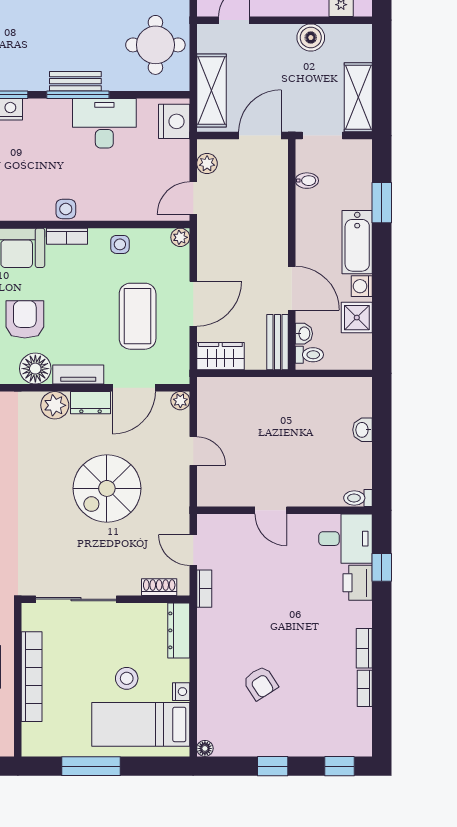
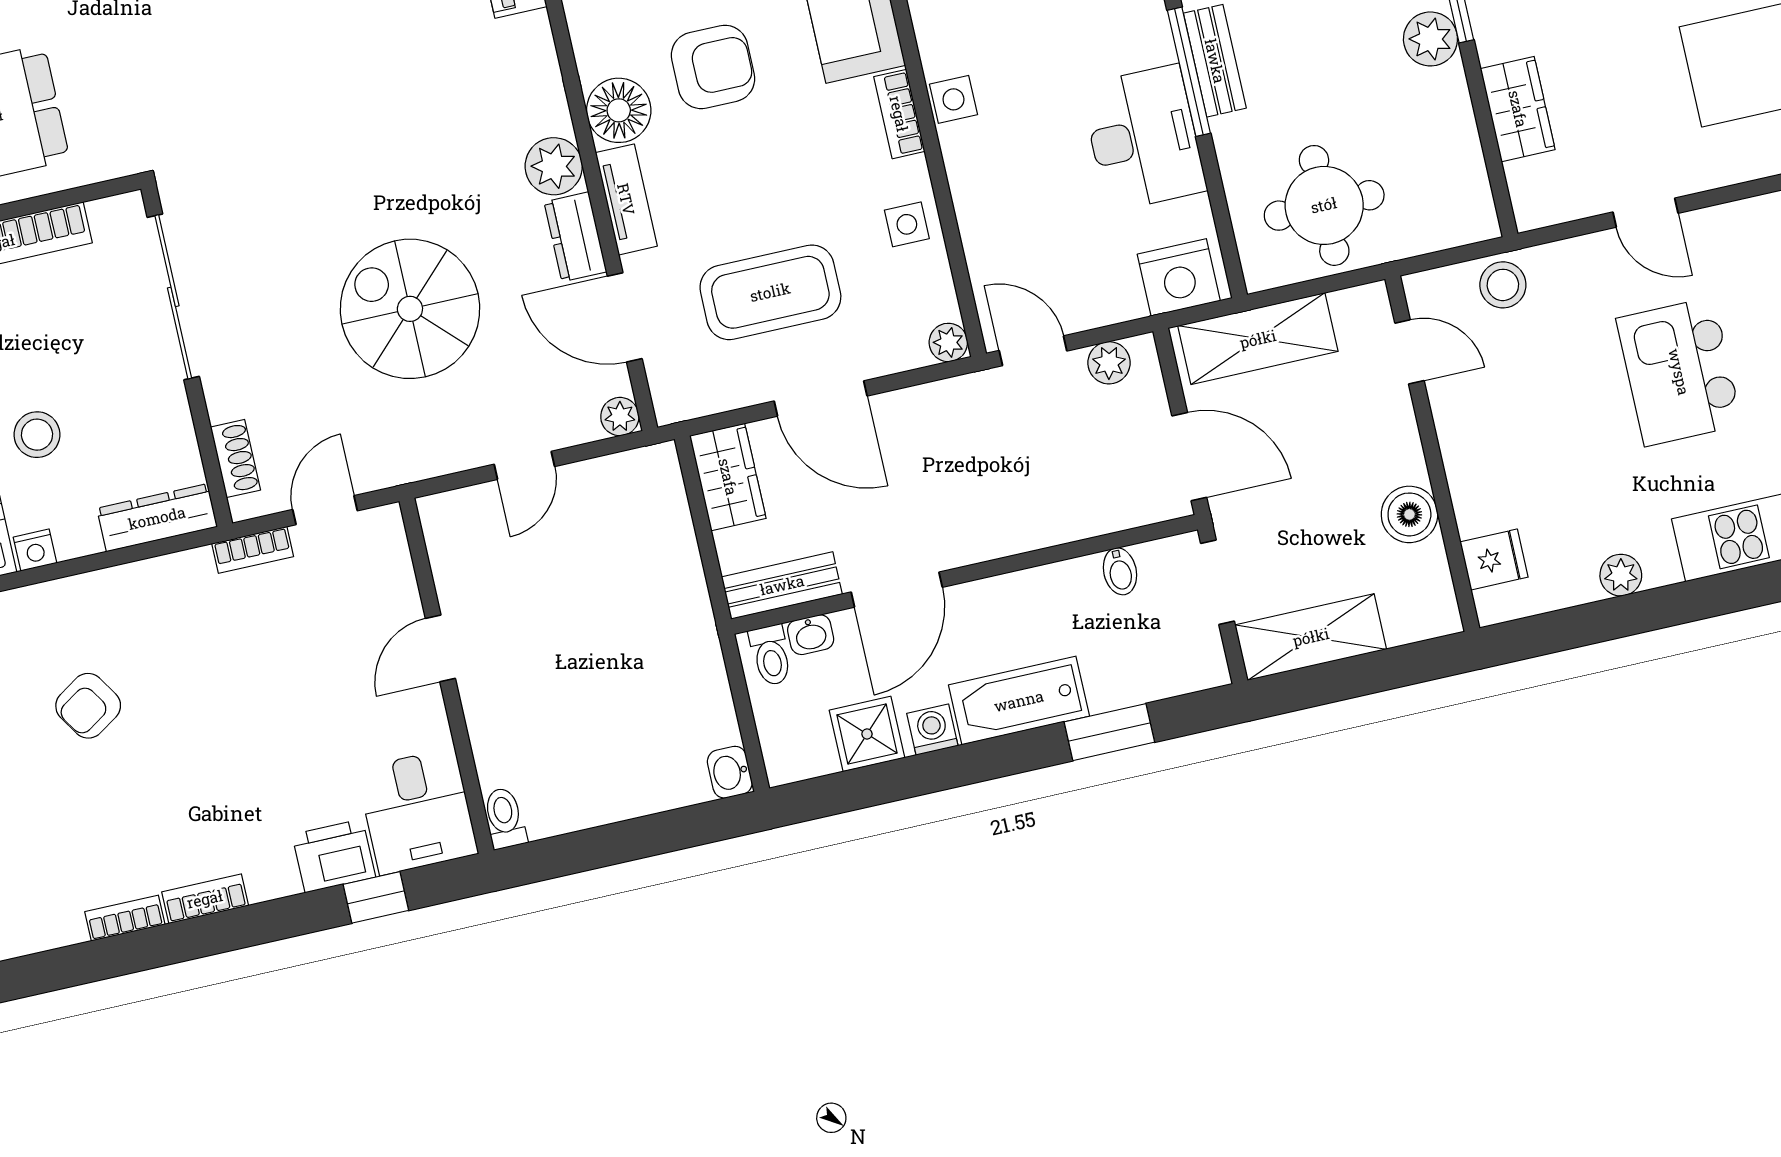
washbasin: (363, 430) -> (730, 772), moved, turned -90

